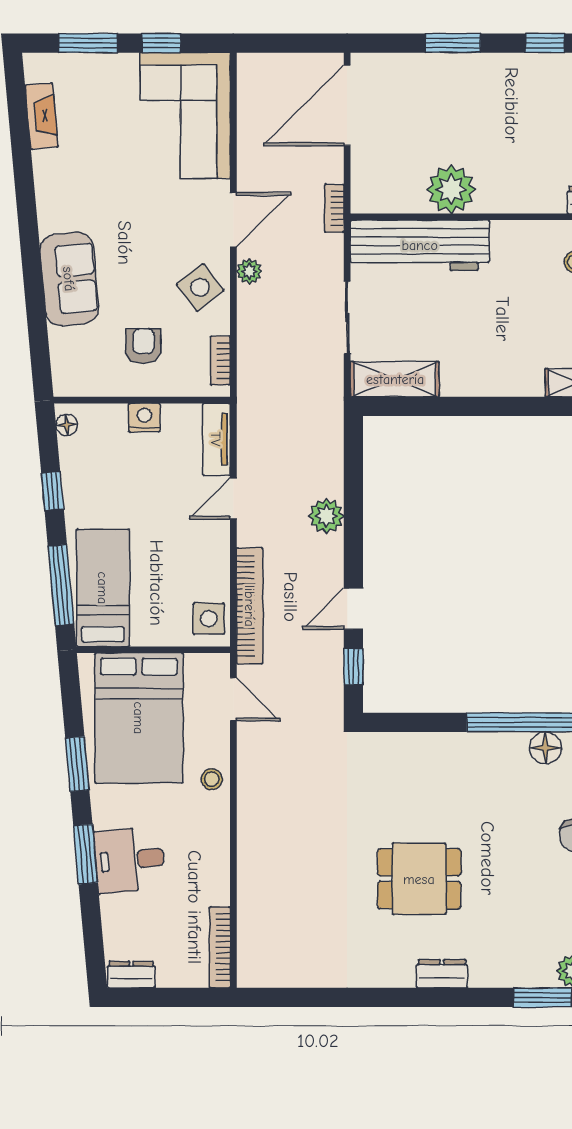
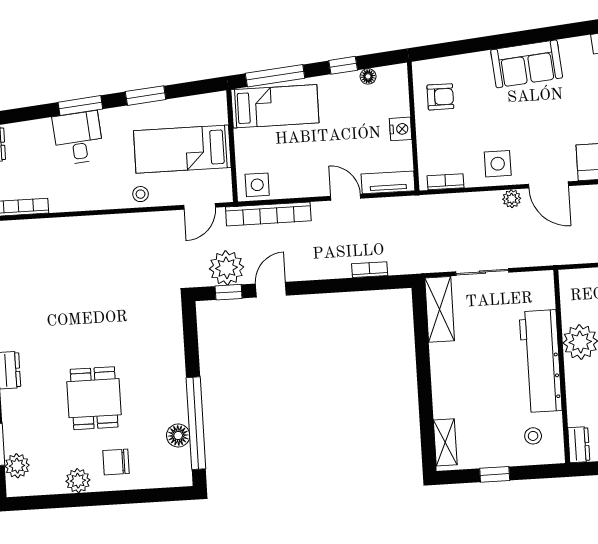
bookcase: (334, 208) -> (370, 270), moved
workbench: (420, 245) -> (541, 361), moved
sofa: (69, 279) -> (527, 64), moved
side table: (200, 287) -> (498, 164), turned 38
armchair: (143, 346) -> (440, 97), moved
floor lamp: (67, 425) -> (368, 76), moved
plant: (326, 516) -> (227, 268), moved, width x1.36, depth x1.36
door: (353, 609) -> (271, 290), hinge flipped
bed: (139, 718) -> (182, 149), width x0.67
dining table: (419, 879) -> (94, 398), moved

